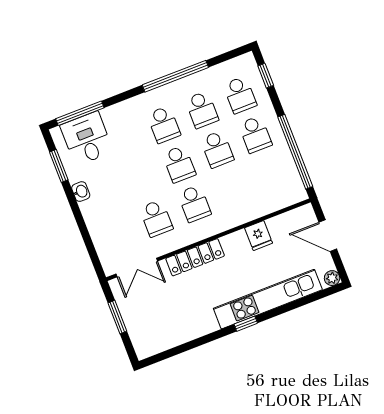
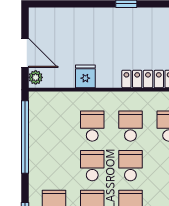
school desk: (255, 134) -> (92, 126), moved
plant: (332, 278) -> (36, 77), moved
kitchen unit: (268, 299) -> (99, 18), removed

